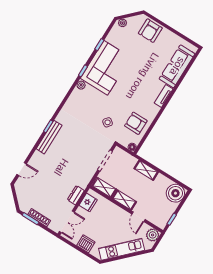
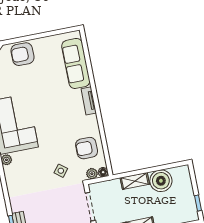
armchair: (150, 31) -> (22, 54), turned 90
plant: (125, 142) -> (92, 174), added
boiler: (175, 193) -> (161, 181), moved

